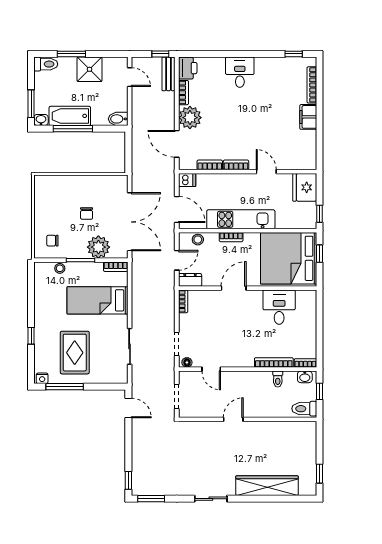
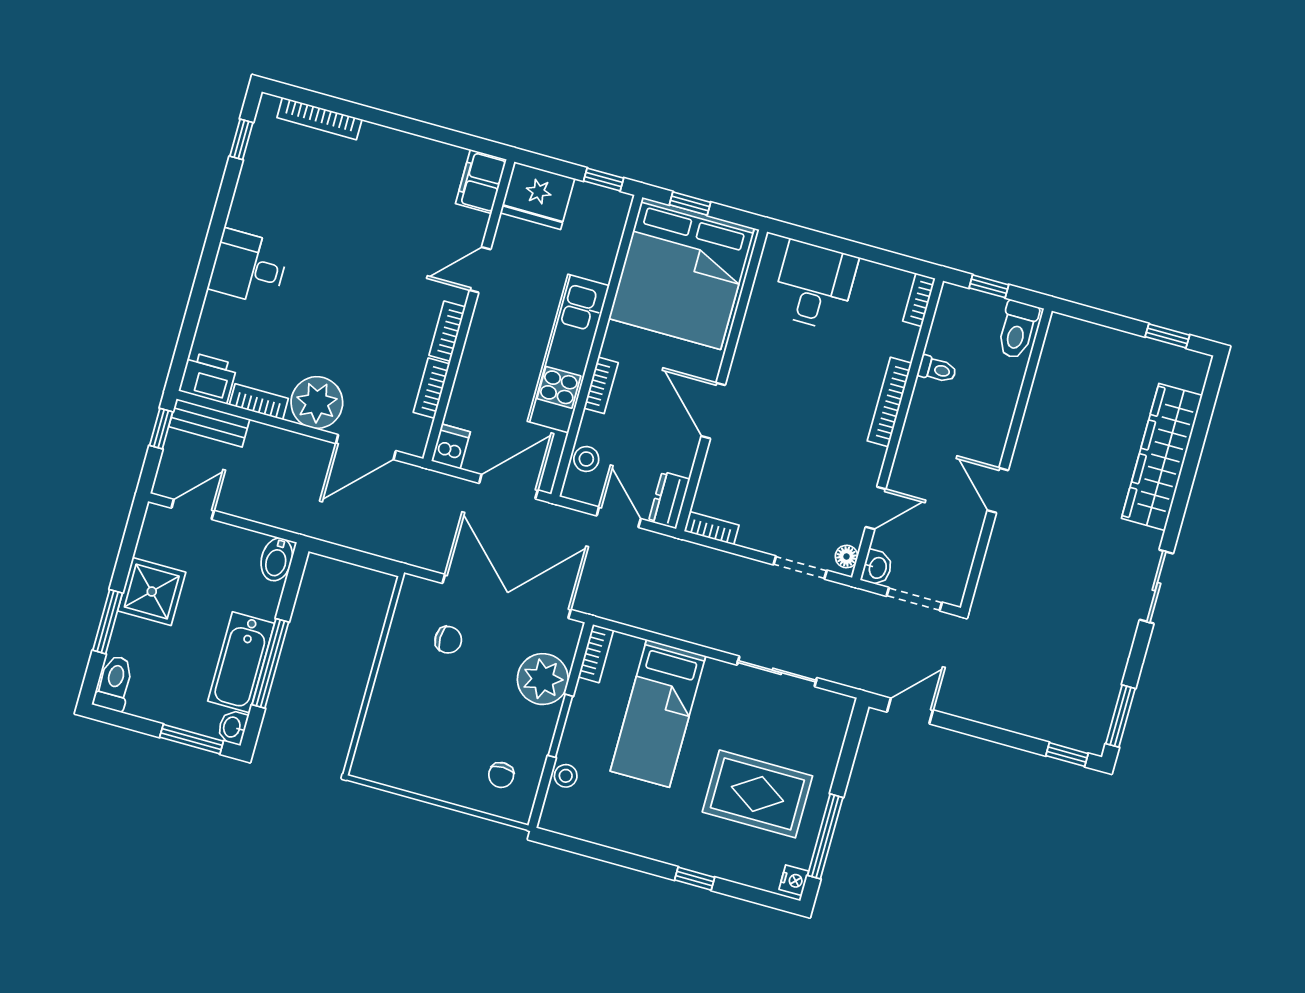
filing cabinet: (308, 117) -> (481, 182), moved, turned 90
chair: (87, 213) -> (448, 640), moved
desk: (279, 307) -> (815, 285), moved, turned 90
bookcase: (274, 363) -> (889, 402), moved
washbasin: (305, 377) -> (877, 568), moved

